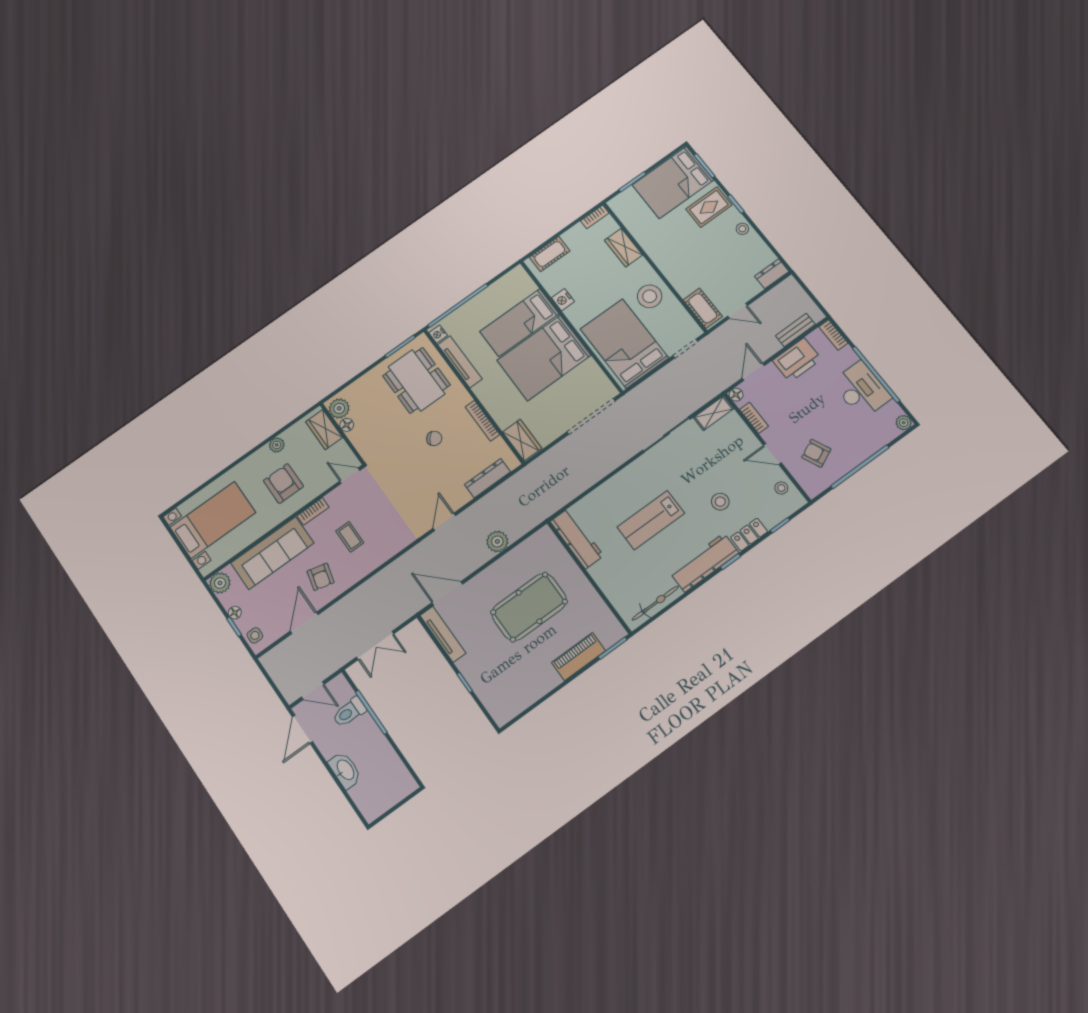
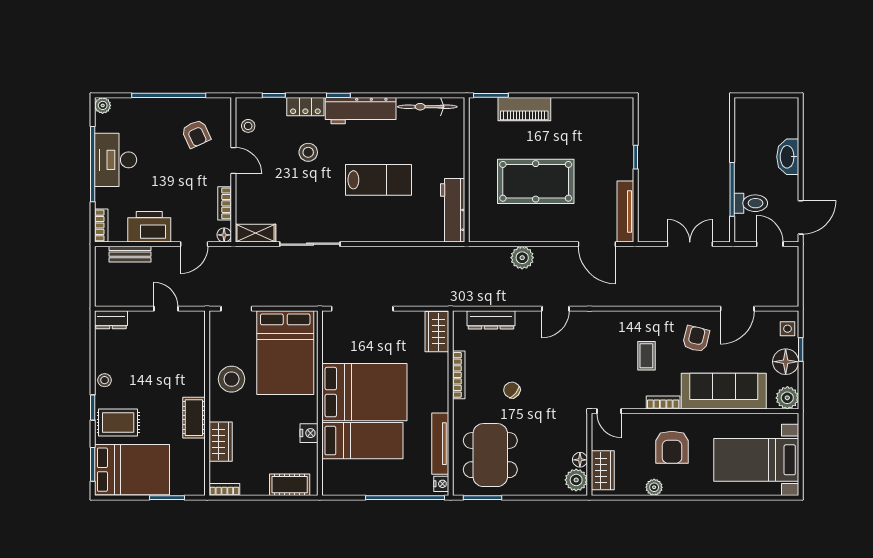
cot: (703, 308) -> (194, 418), moved
floor lamp: (235, 613) -> (786, 362), width x1.89, depth x1.89

